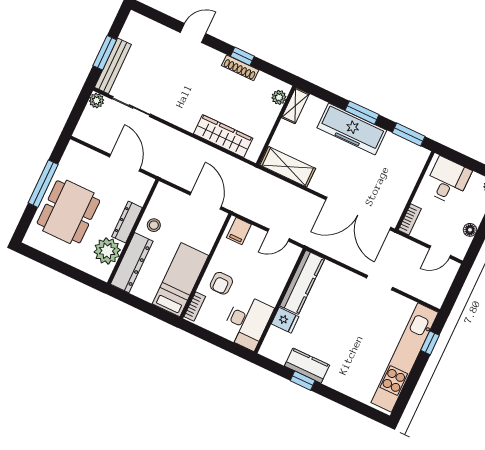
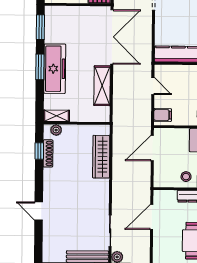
window: (242, 56) -> (39, 151), moved
shoe rack: (240, 68) -> (48, 153), moved
shelving: (288, 167) -> (102, 86), moved

